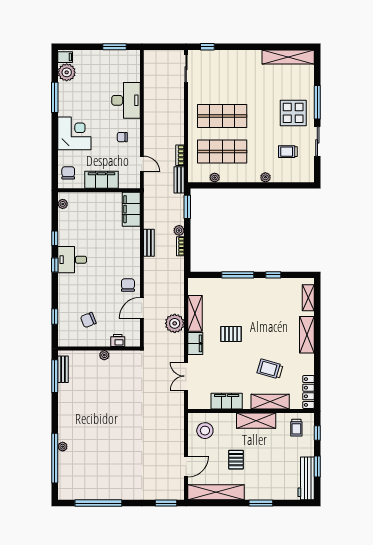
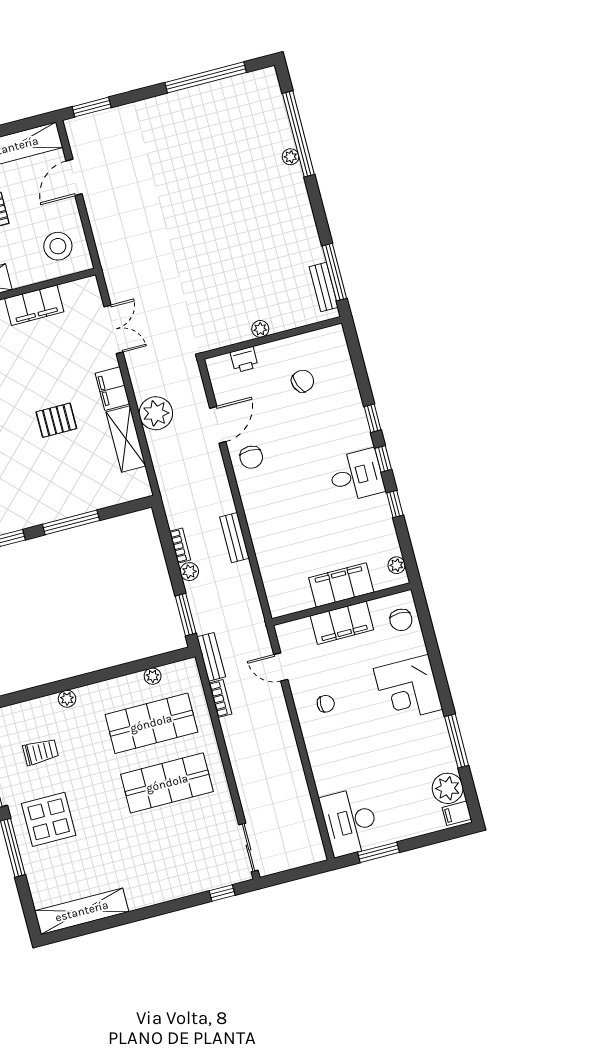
desk: (126, 100) -> (350, 822), moved
filing cabinet: (131, 209) -> (341, 585), moved, turned -90
window: (55, 316) -> (372, 418), moved

